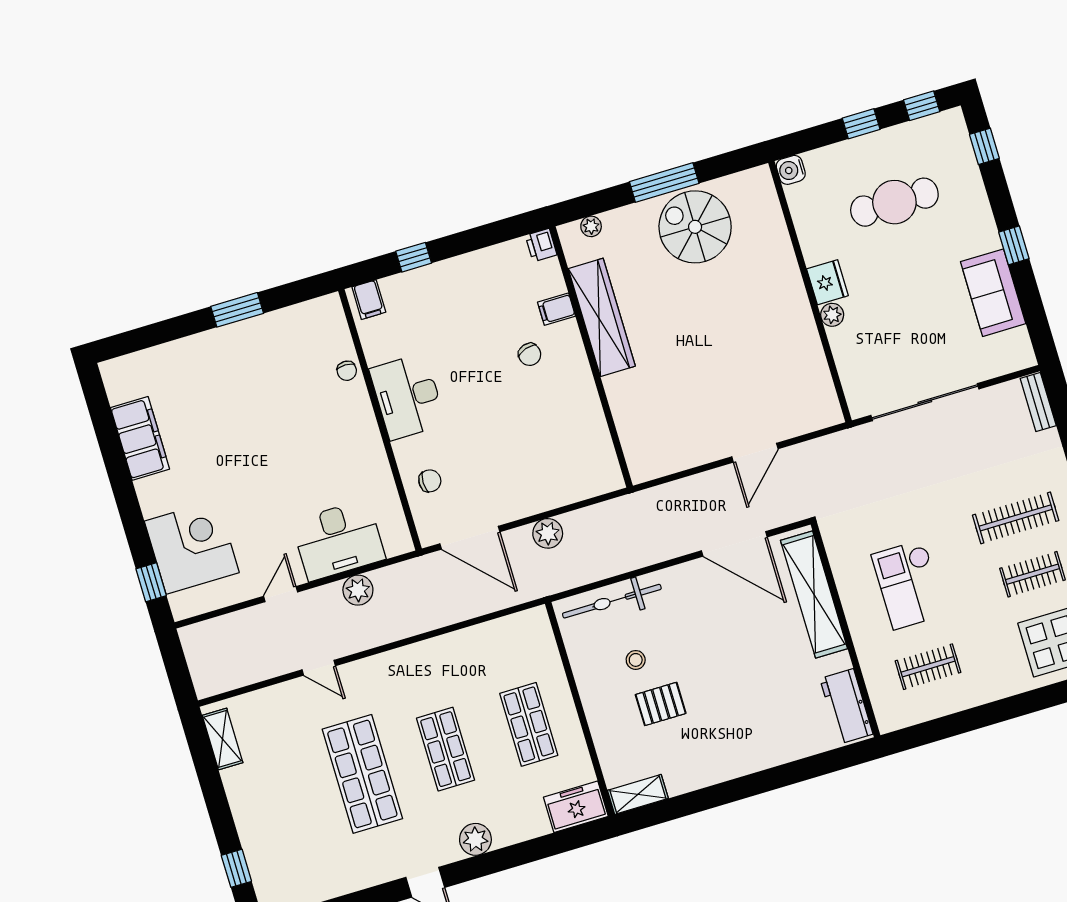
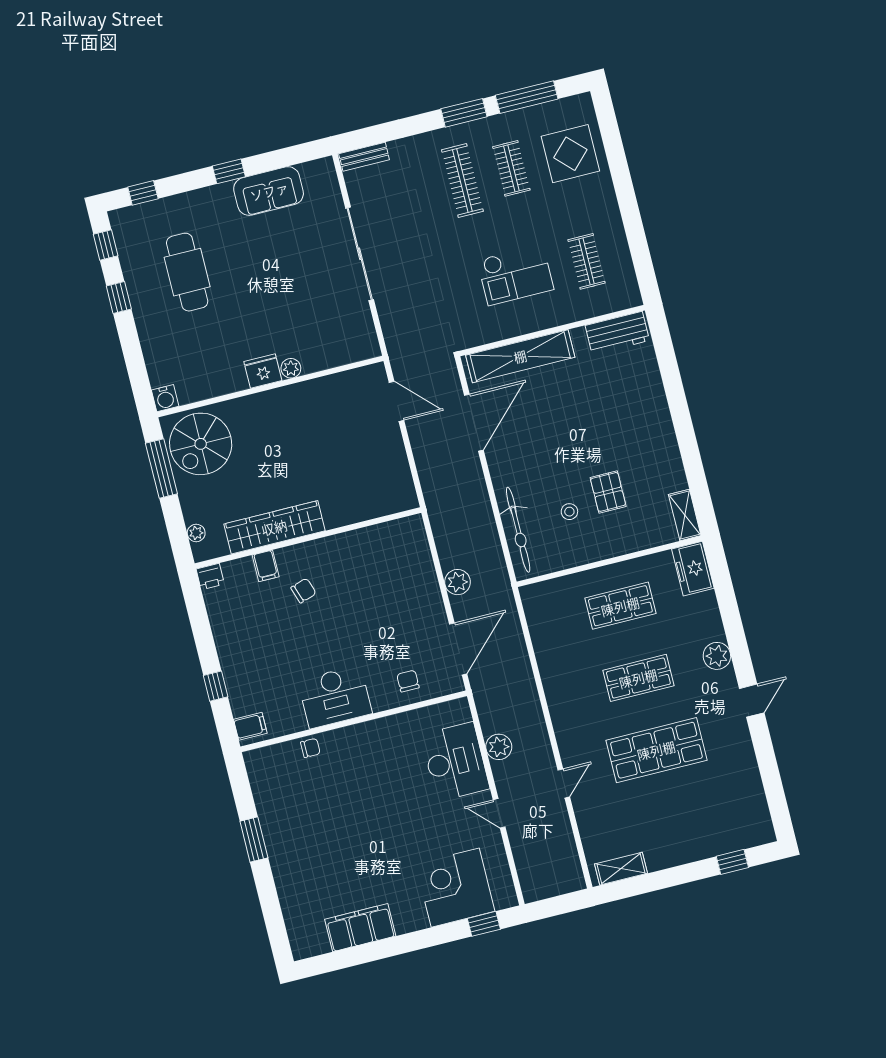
water cooler: (791, 170) -> (165, 398), moved
fridge: (827, 282) -> (263, 371), moved
wall: (810, 292) -> (270, 386), moved
plant: (832, 315) -> (291, 368), moved

